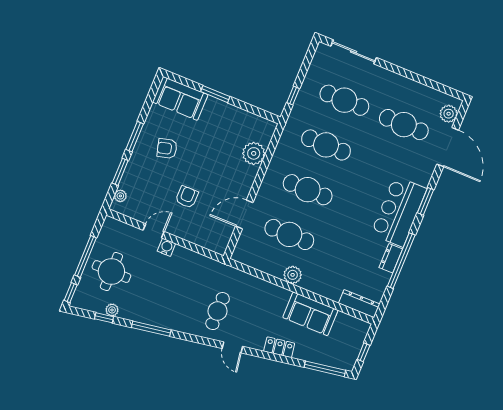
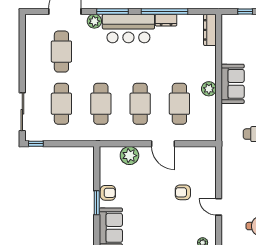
window: (293, 96) -> (36, 144), moved
plant: (449, 114) -> (94, 21), moved
armchair: (167, 148) -> (108, 193), moved, turned -75
window: (425, 201) -> (113, 12), width x1.44
door: (244, 214) -> (163, 144), moved
water cooler: (166, 247) -> (227, 192), removed
sofa: (310, 314) -> (233, 84), moved

